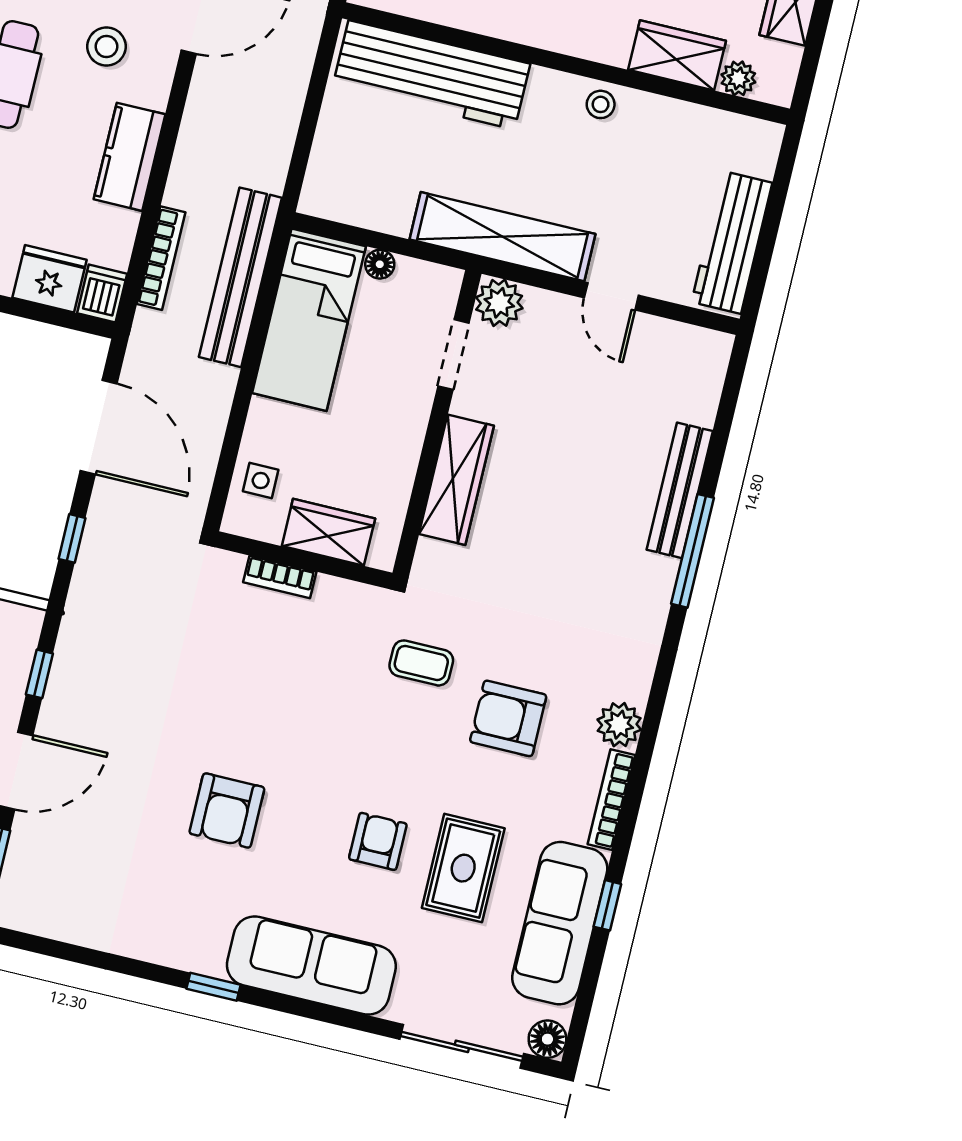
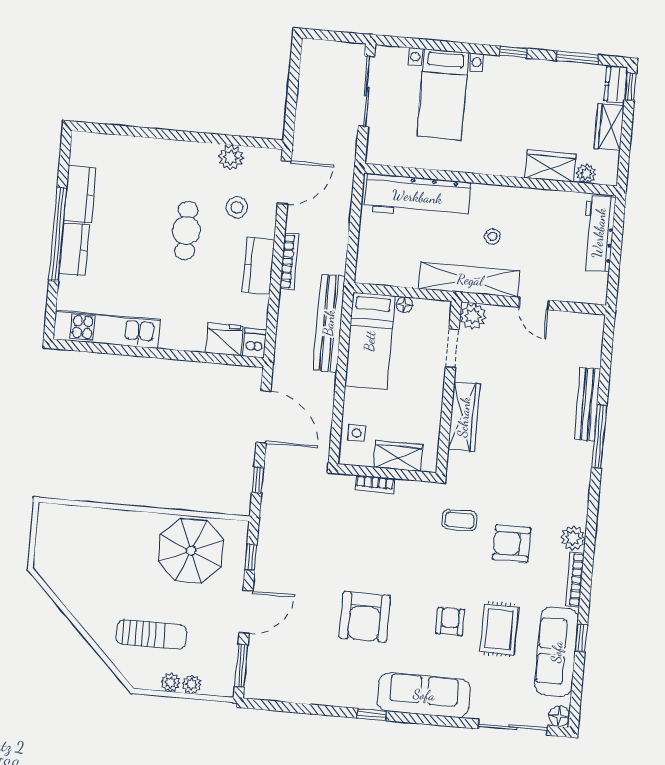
stool: (601, 104) -> (492, 236), moved
workbench: (732, 242) -> (599, 233), moved
bookcase: (161, 258) -> (289, 261), moved
armchair: (227, 810) -> (365, 617), width x1.36, depth x1.36

